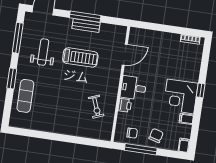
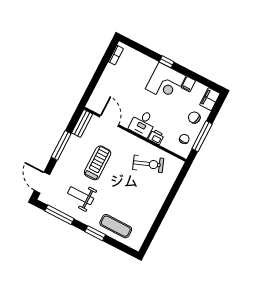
bench: (86, 26) -> (82, 123), moved
exercise bike: (96, 107) -> (148, 164), width x1.38, depth x1.39
filing cabinet: (184, 145) -> (210, 99), width x2.00

